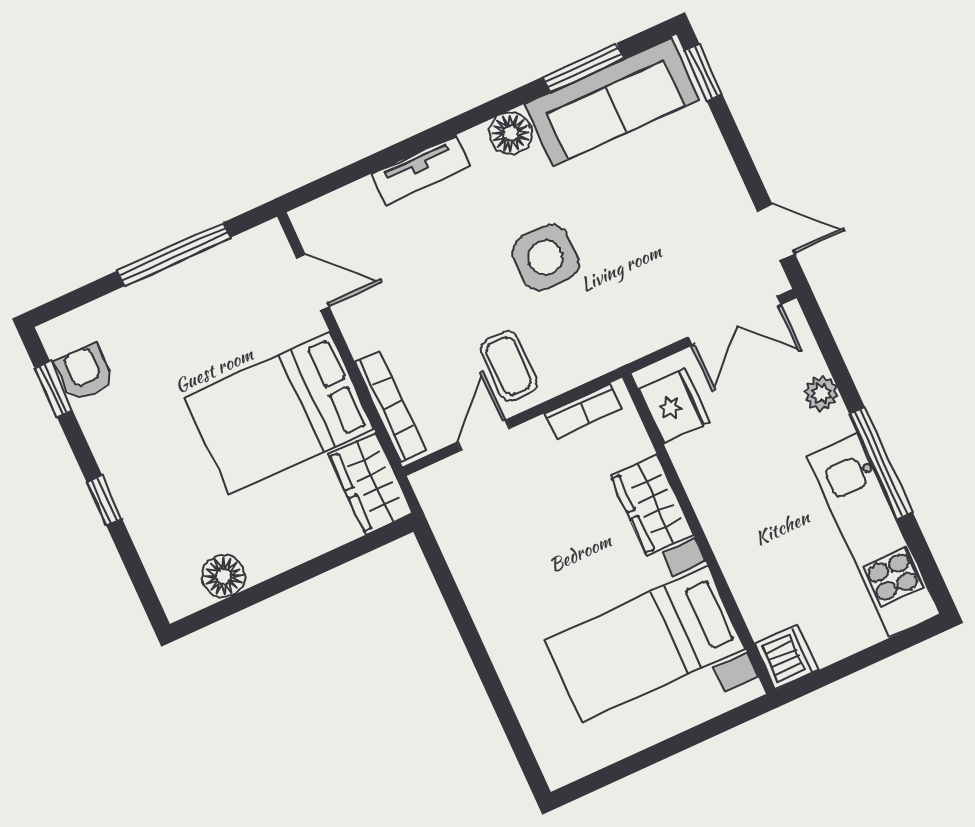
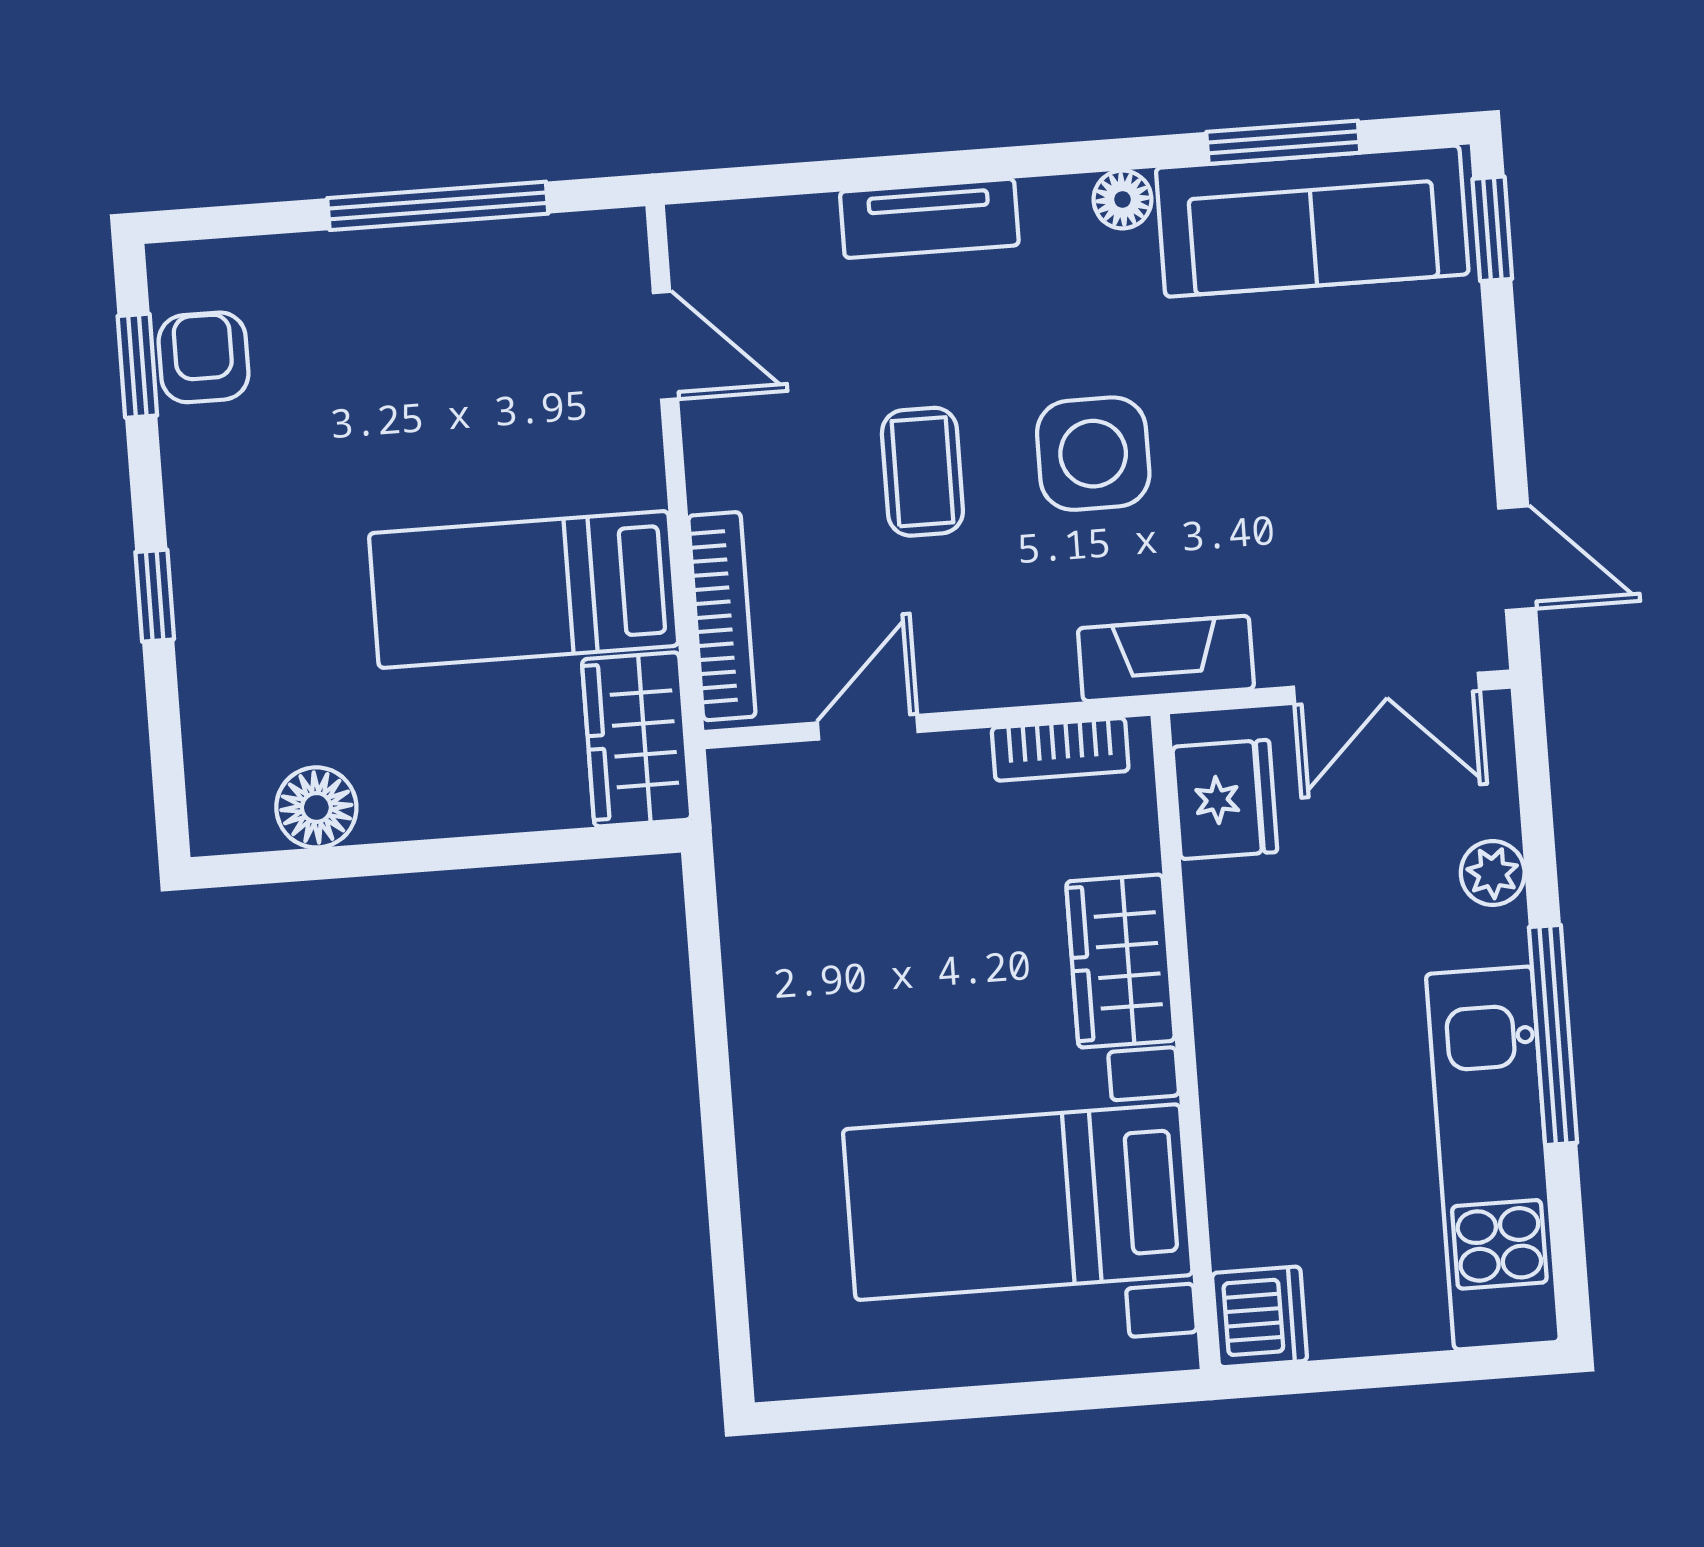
floor lamp: (511, 133) -> (1123, 199), width x0.73, depth x0.73
fireplace: (619, 346) -> (1166, 658), added
coffee table: (509, 366) -> (922, 472), moved
bed: (279, 413) -> (524, 589), width x0.67

